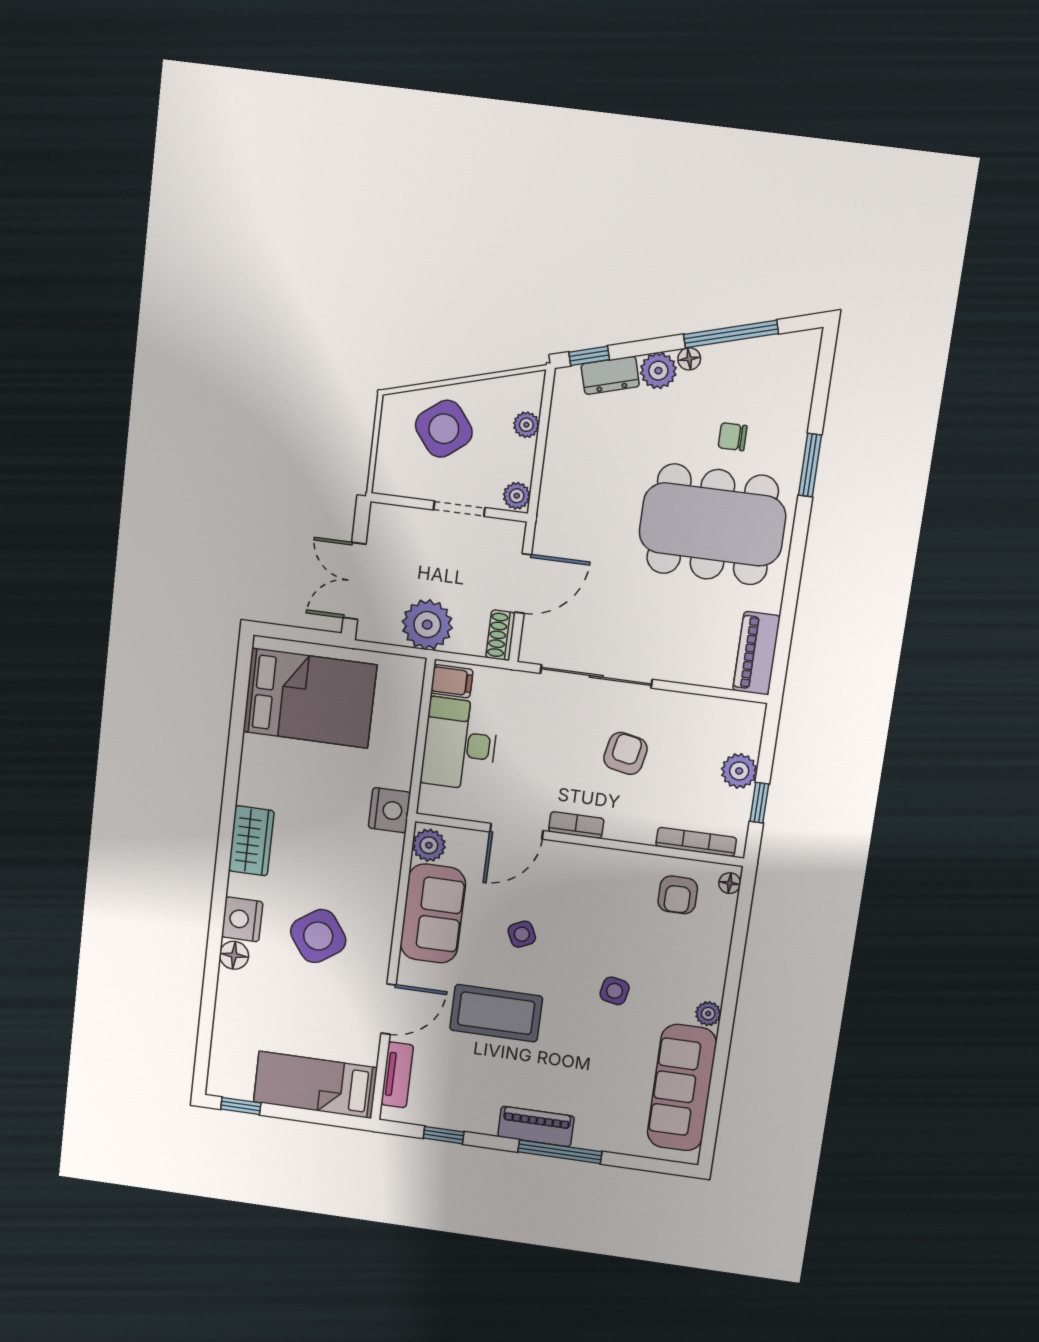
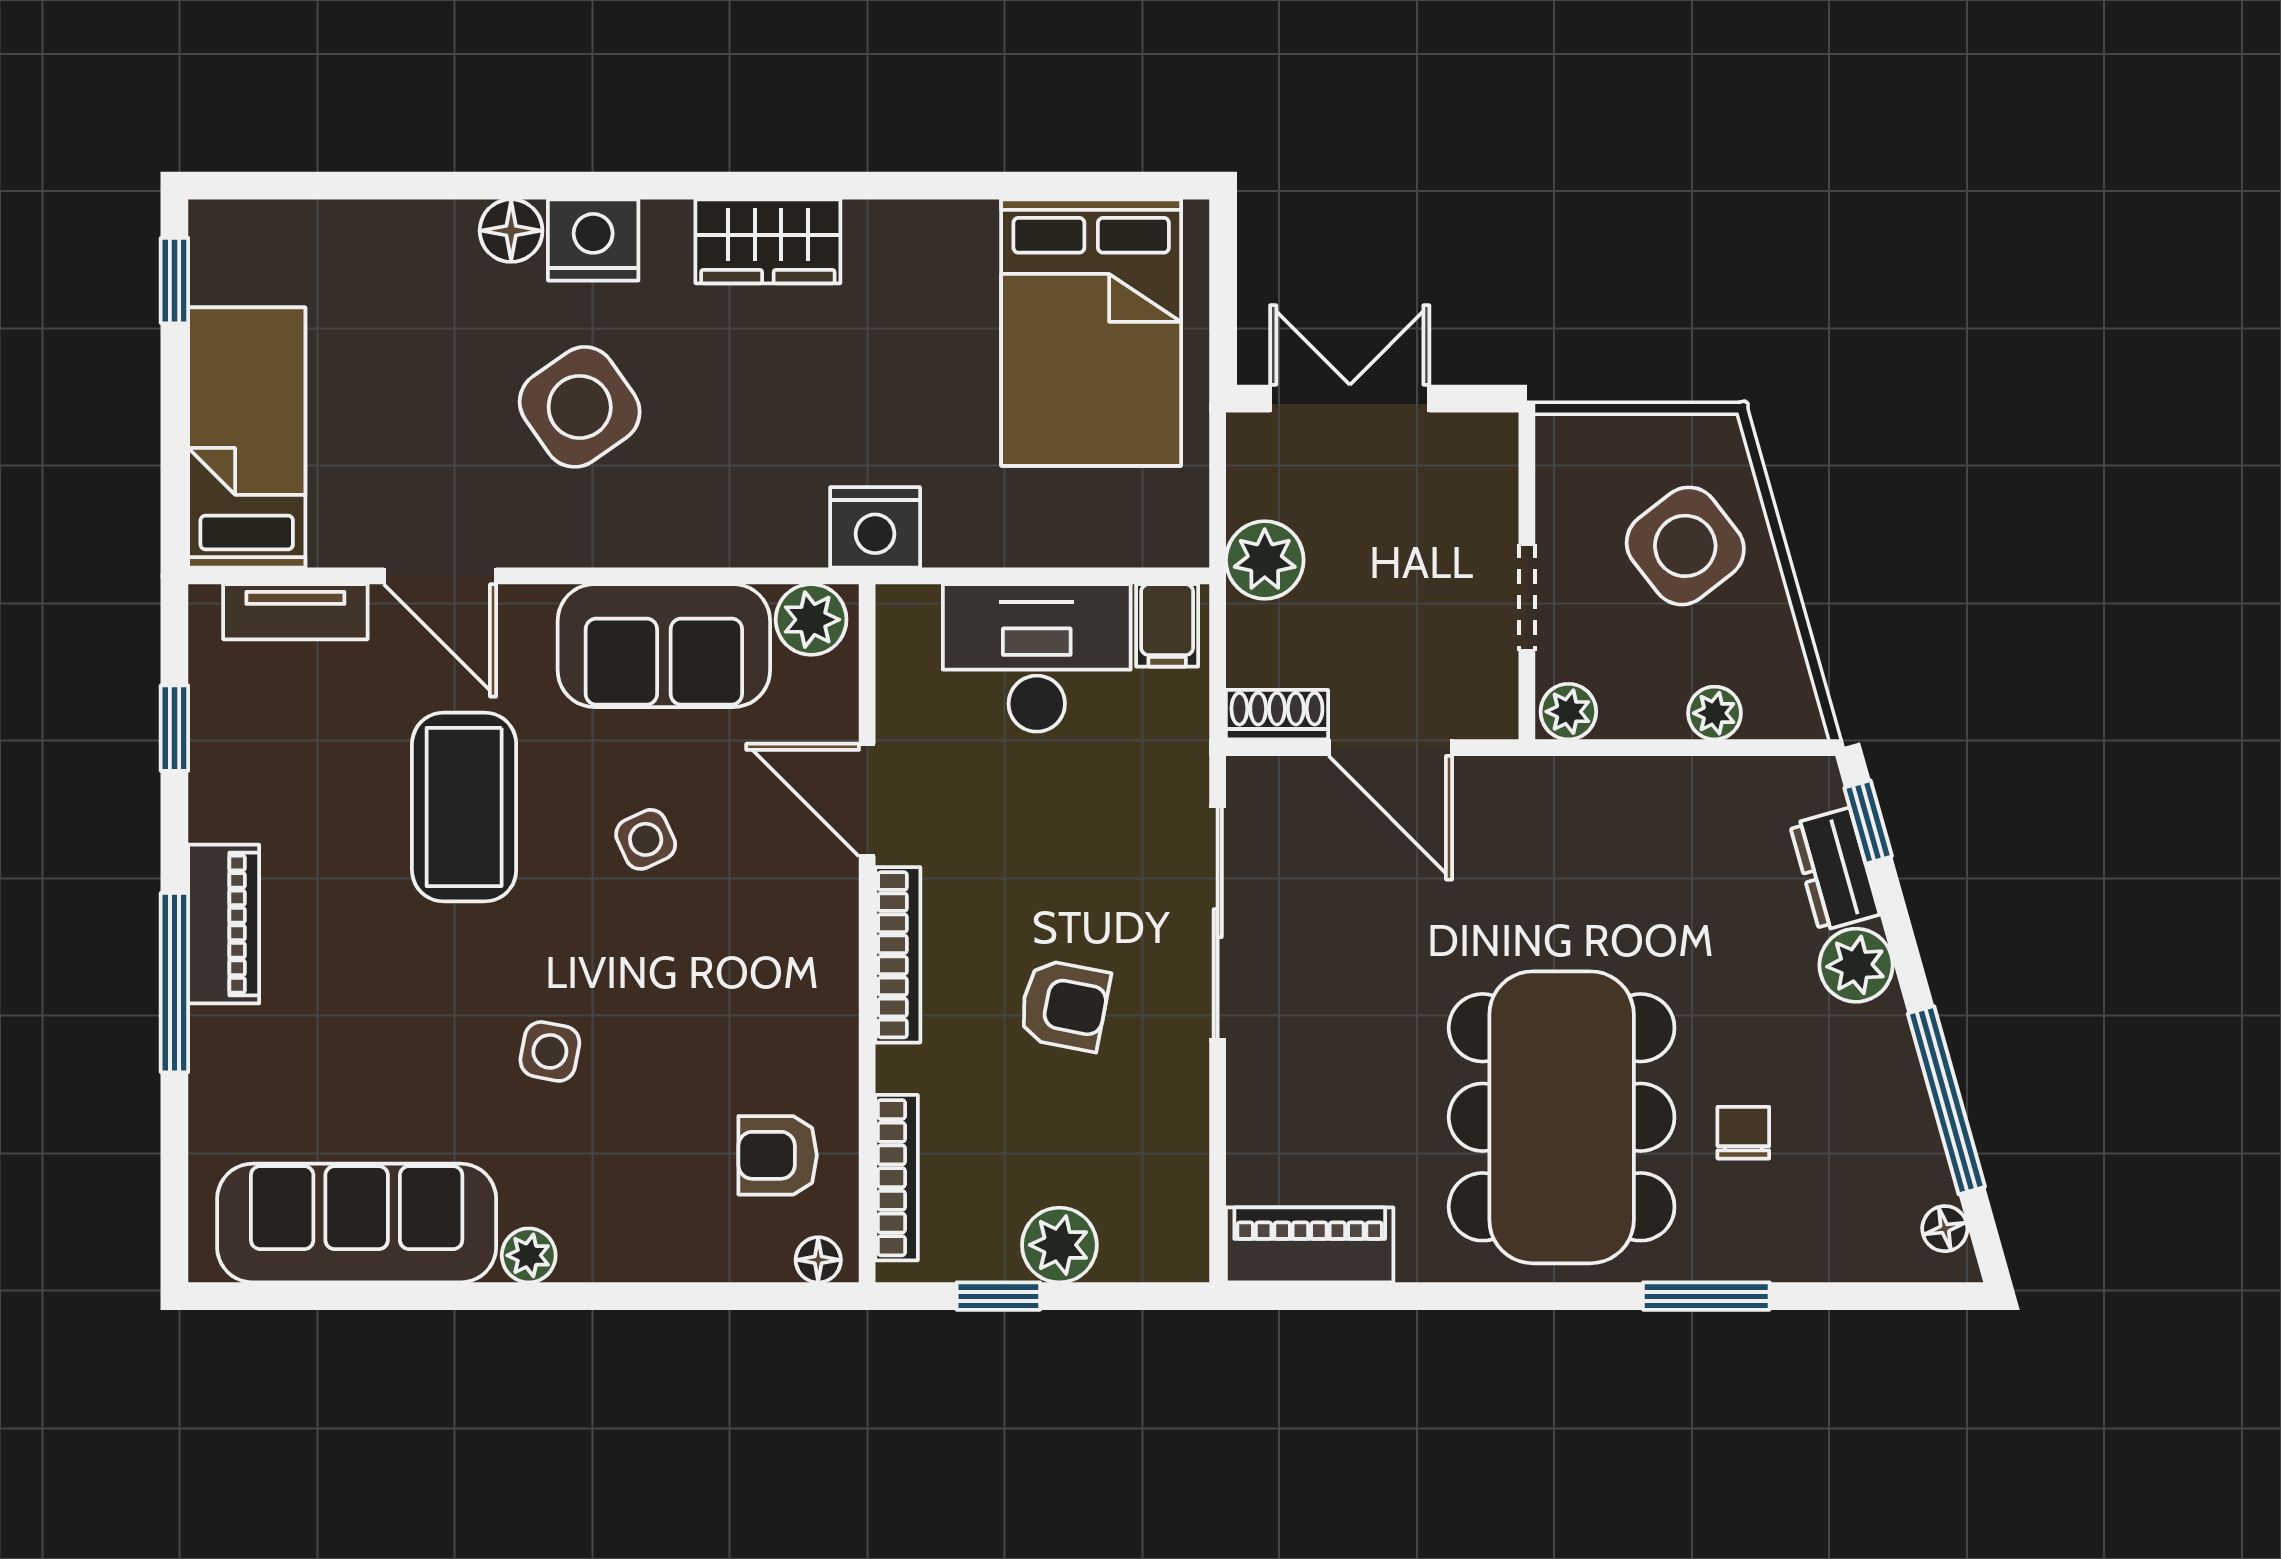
floor lamp: (689, 359) -> (1945, 1229), moved
plant: (427, 625) -> (1265, 560), width x0.73, depth x0.73
bookcase: (576, 825) -> (898, 955), width x1.56

